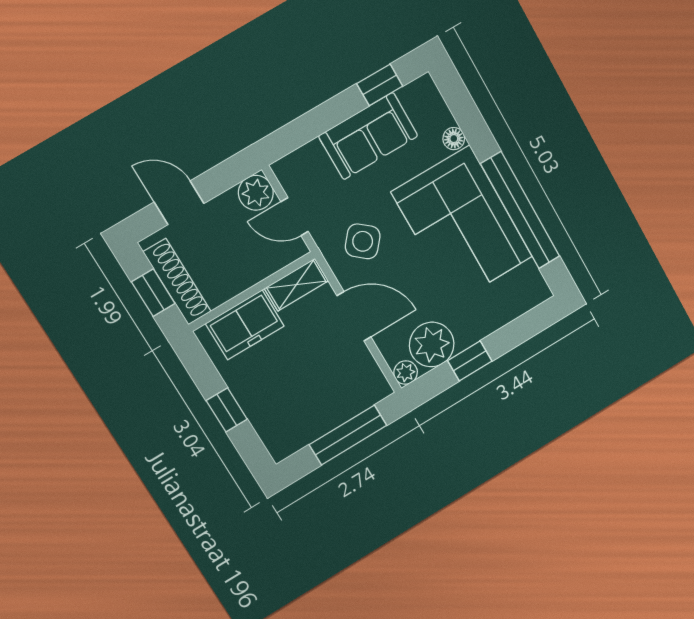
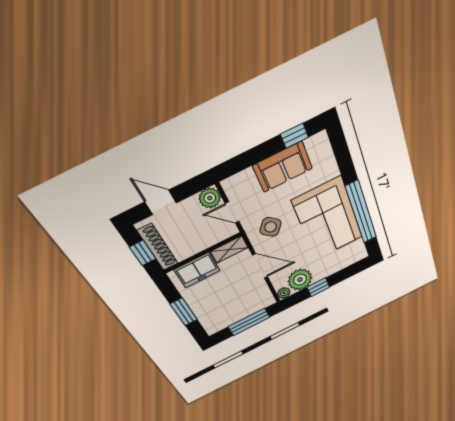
floor lamp: (454, 139) -> (333, 171), removed
window: (227, 410) -> (184, 312), width x1.50

